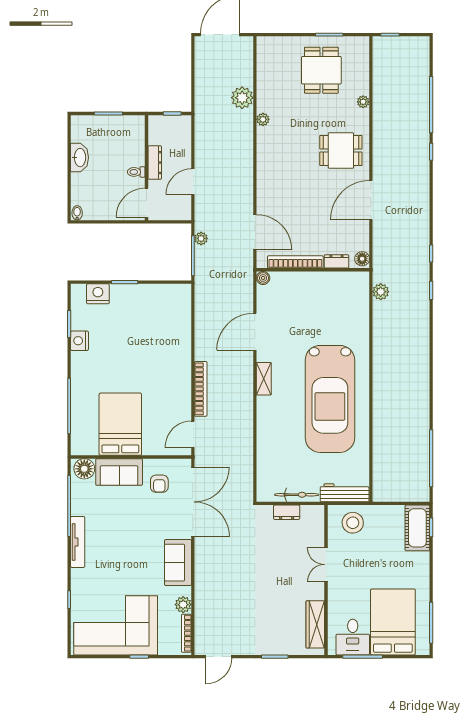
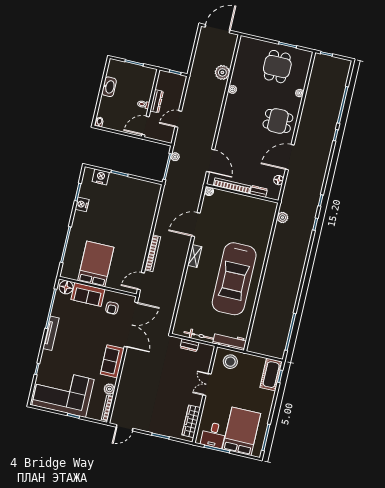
floor lamp: (362, 259) -> (279, 180), moved

